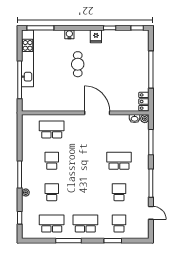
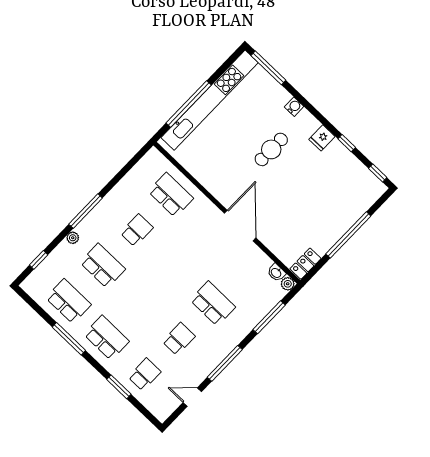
kitchen unit: (28, 58) -> (210, 100), width x1.36
school desk: (52, 192) -> (103, 266), width x1.85
door: (151, 213) -> (192, 397), swing flipped

